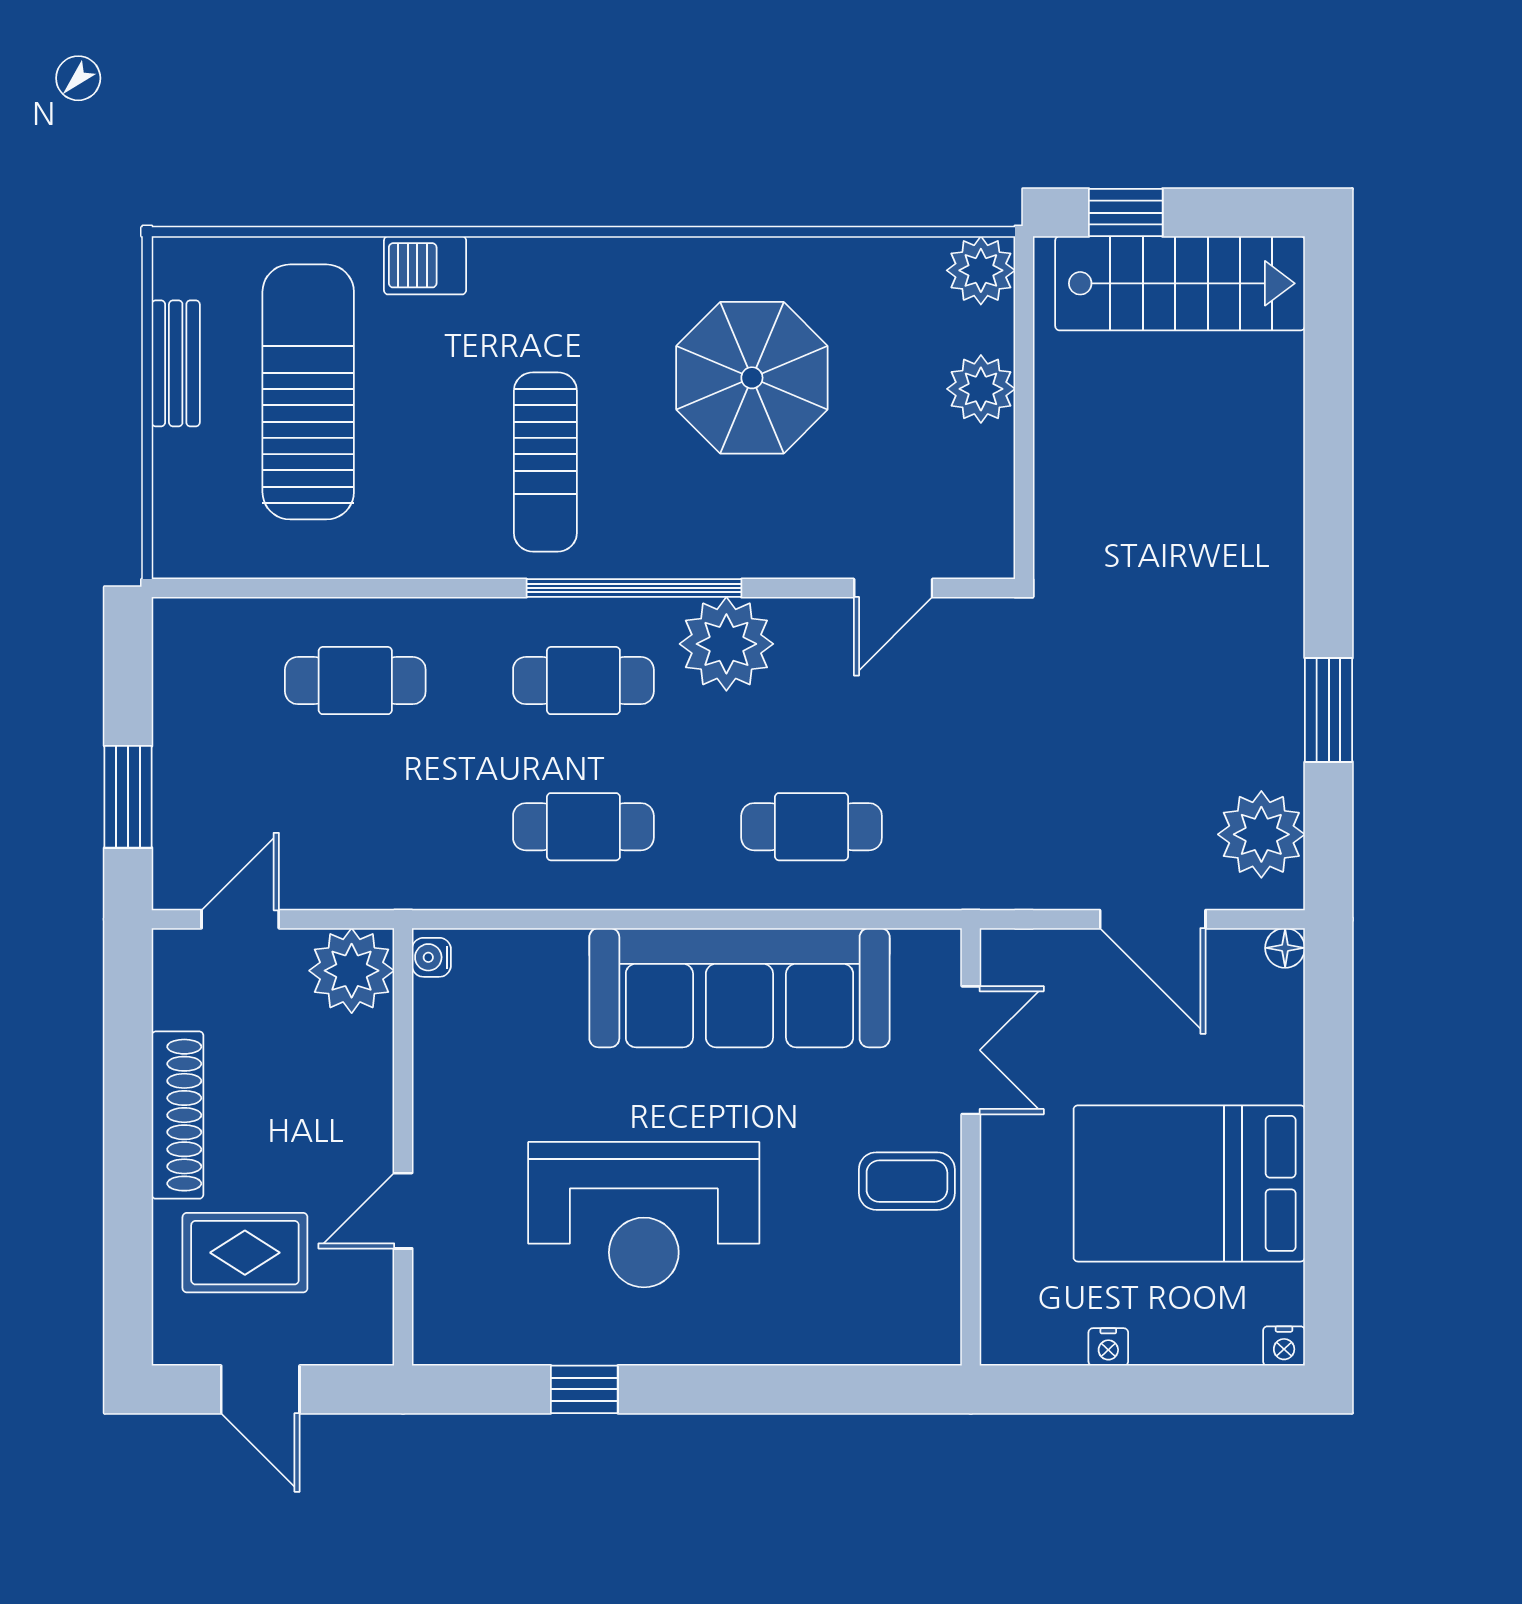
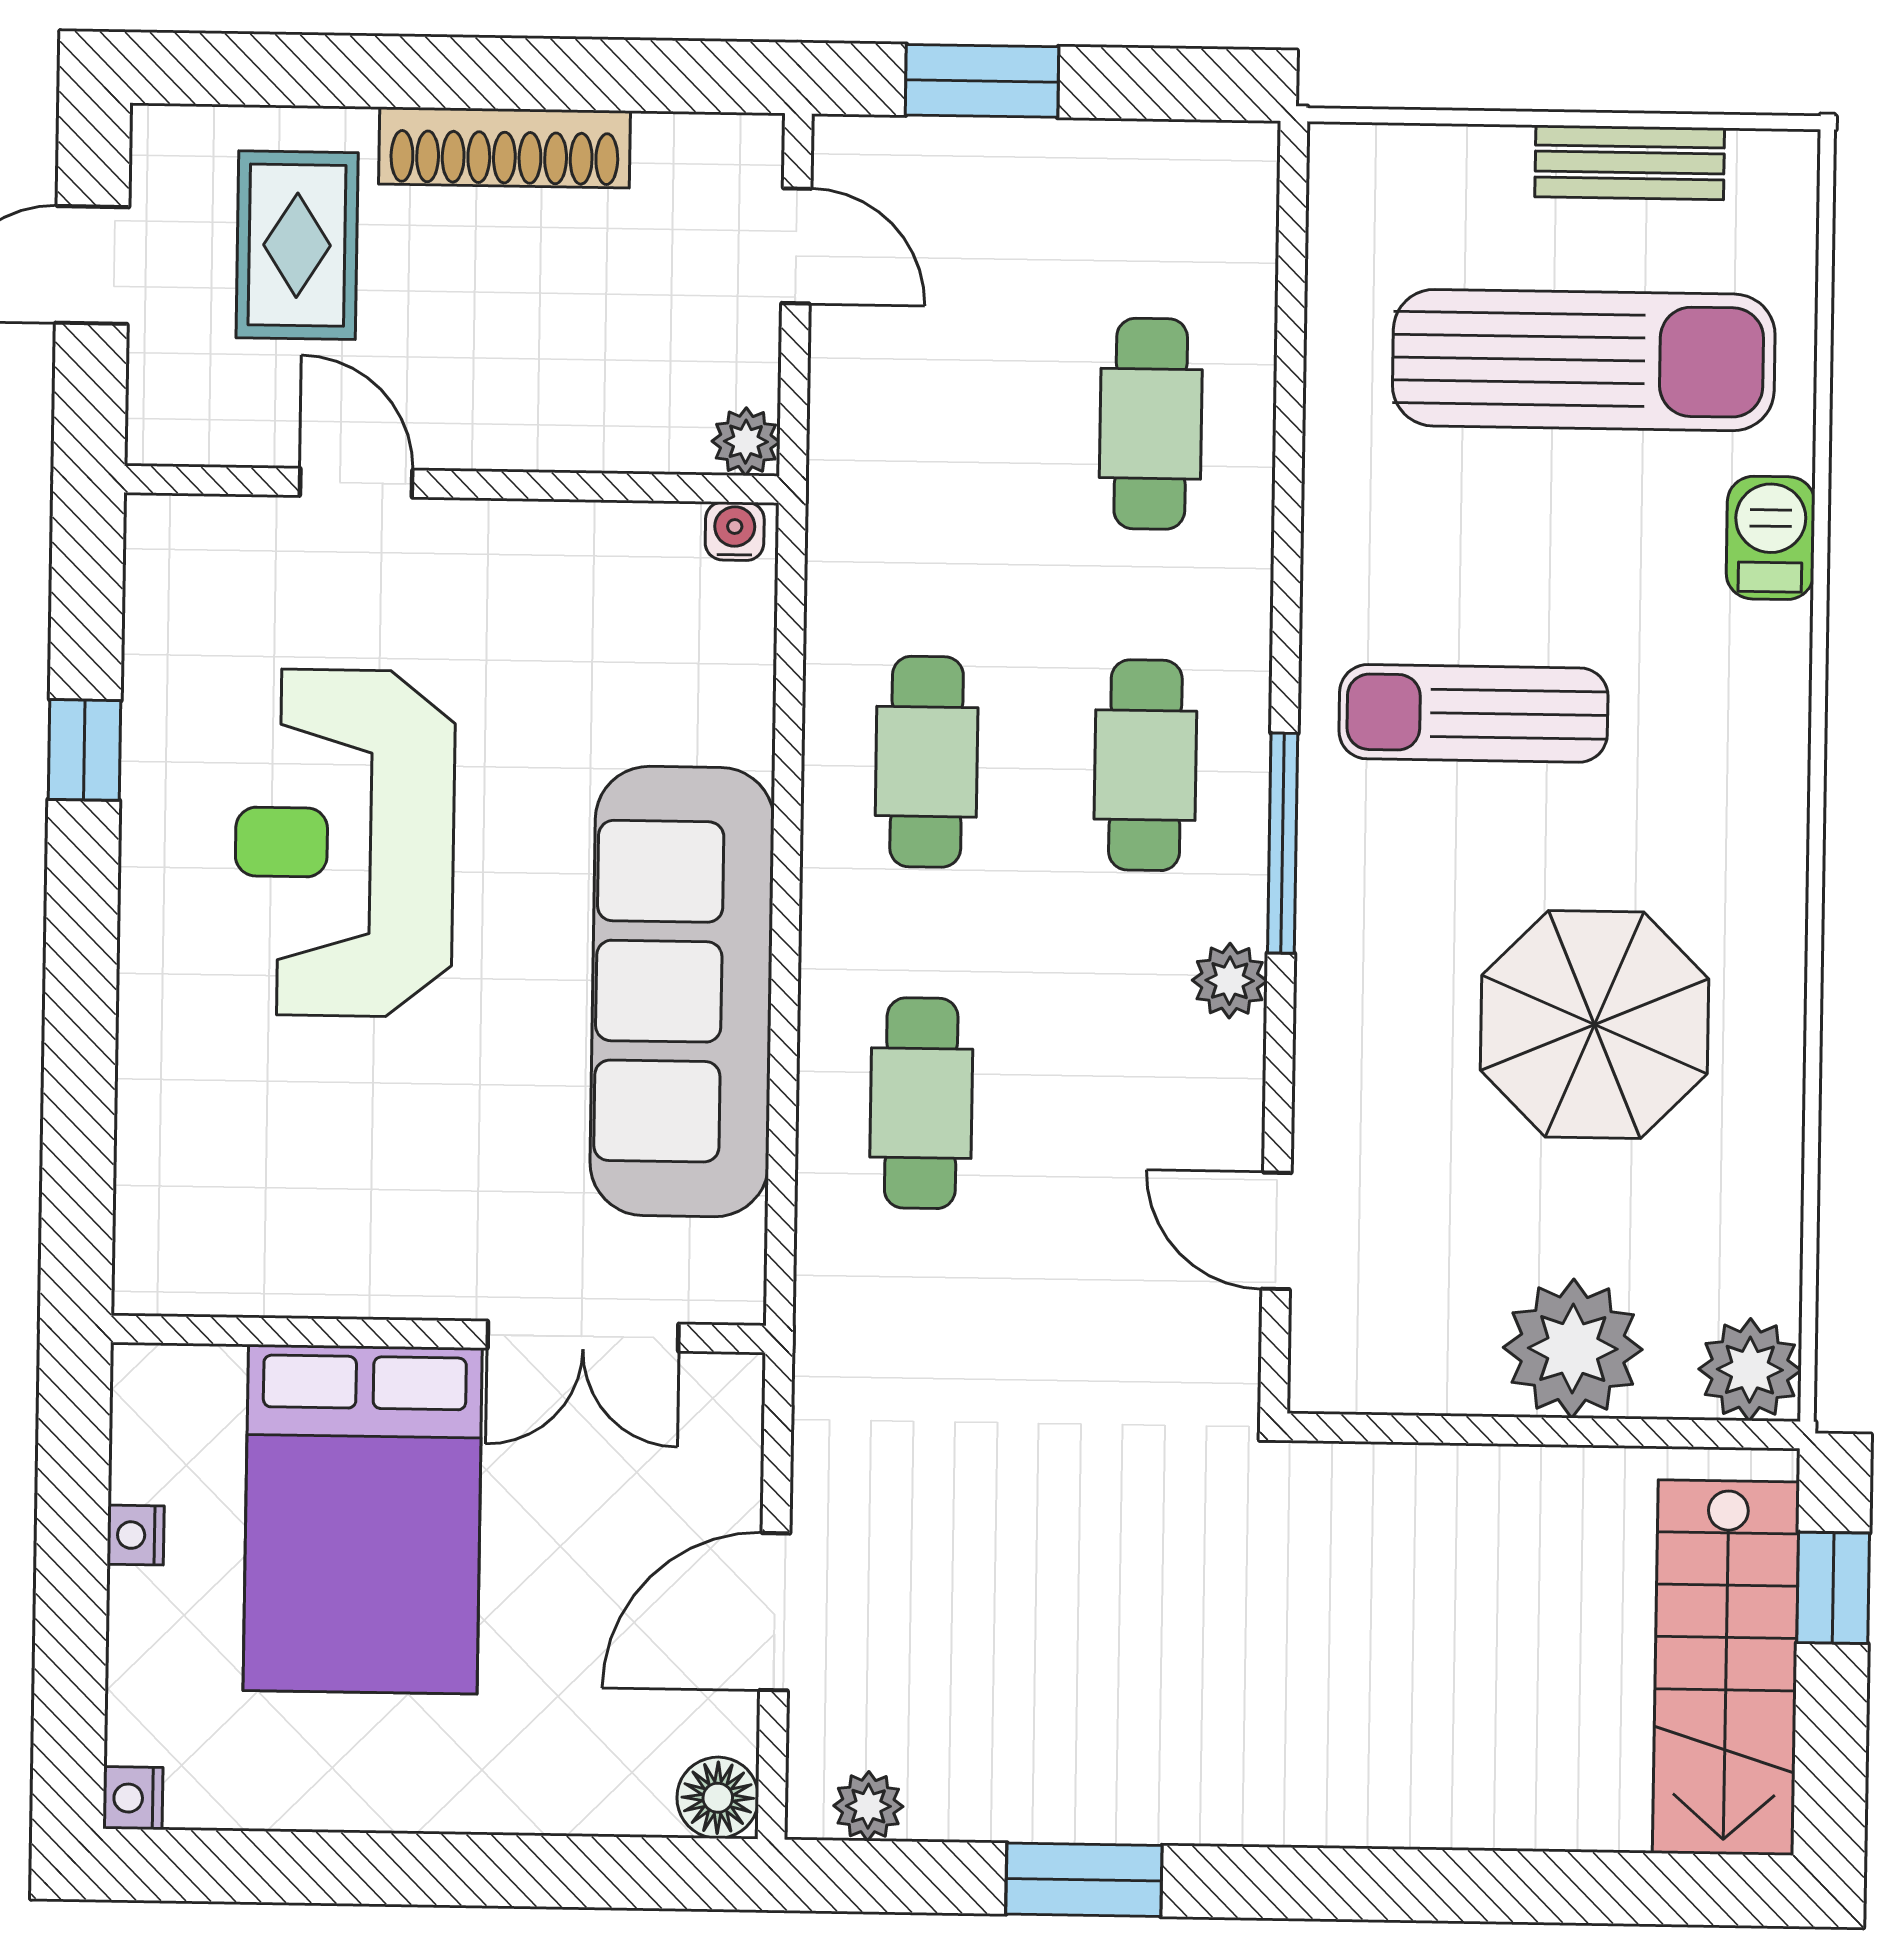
plant: (981, 389) -> (1573, 1348), width x1.36, depth x1.36
window: (634, 588) -> (1283, 843), width x0.68
plant: (726, 644) -> (1230, 981), width x0.53, depth x0.53
plant: (1261, 834) -> (868, 1806), width x0.53, depth x0.53
floor lamp: (1285, 948) -> (718, 1798), width x1.37, depth x1.37
plant: (352, 971) -> (746, 442), width x0.53, depth x0.53
coffee table: (907, 1181) -> (389, 1238), removed
bed: (1189, 1183) -> (363, 1519), moved, turned 180

